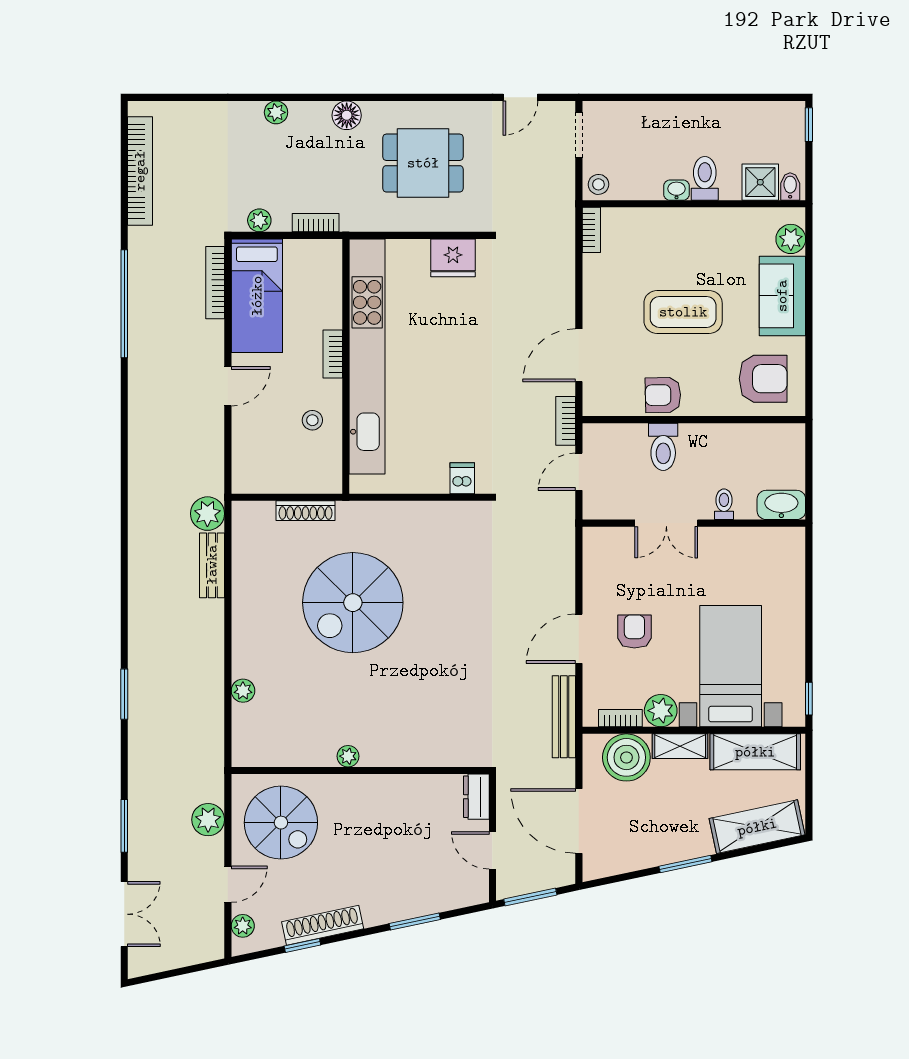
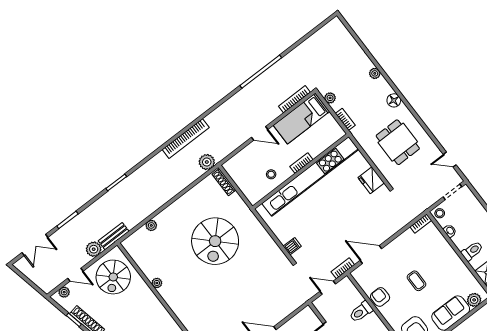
bookcase: (140, 171) -> (186, 139), moved
washbasin: (677, 190) -> (450, 231), moved
coffee table: (683, 312) -> (416, 281), width x0.54, depth x0.58
shoe rack: (306, 511) -> (224, 182), moved
bench: (212, 565) -> (114, 236), moved
spiral stairs: (353, 603) -> (215, 241), turned -90

